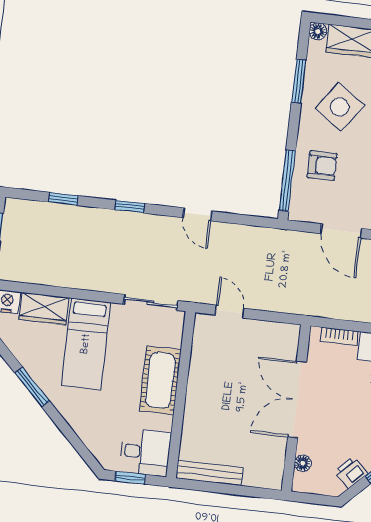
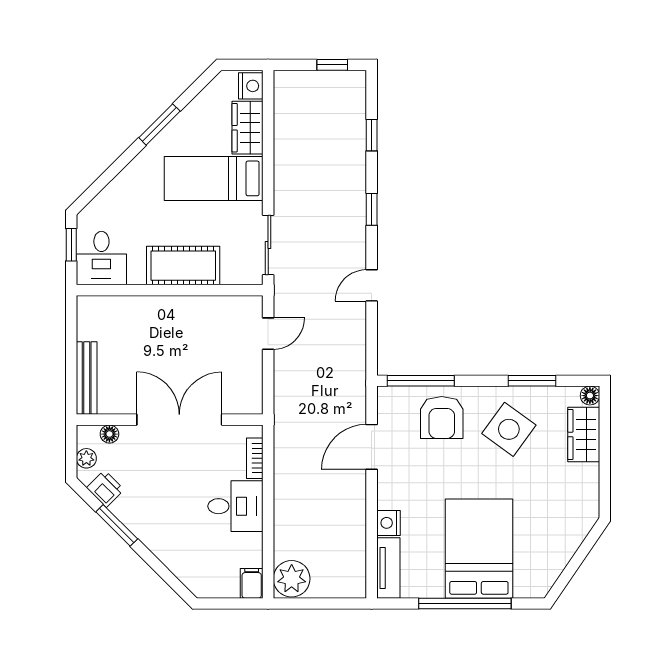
armchair: (322, 166) -> (442, 418), width x1.38, depth x1.38
bench: (209, 473) -> (87, 378), moved
plant: (322, 486) -> (86, 458), added

